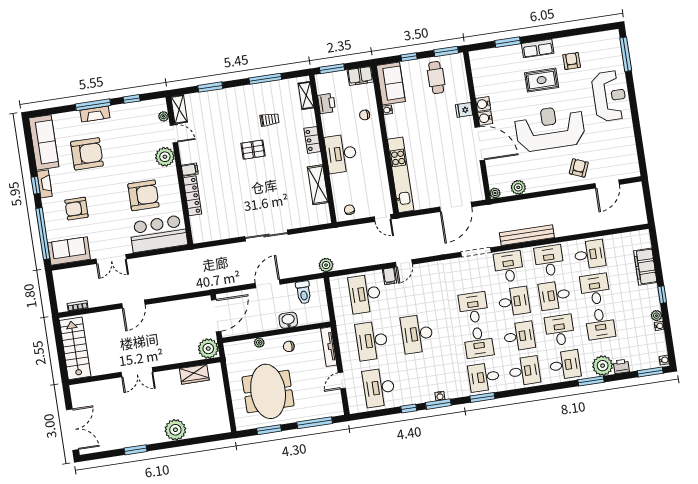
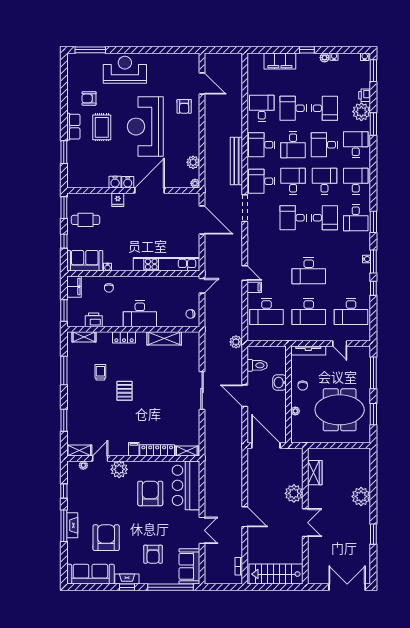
armchair: (579, 168) -> (184, 106), turned -112
shelving: (197, 229) -> (187, 451), added
plant: (208, 349) -> (294, 493), moved

